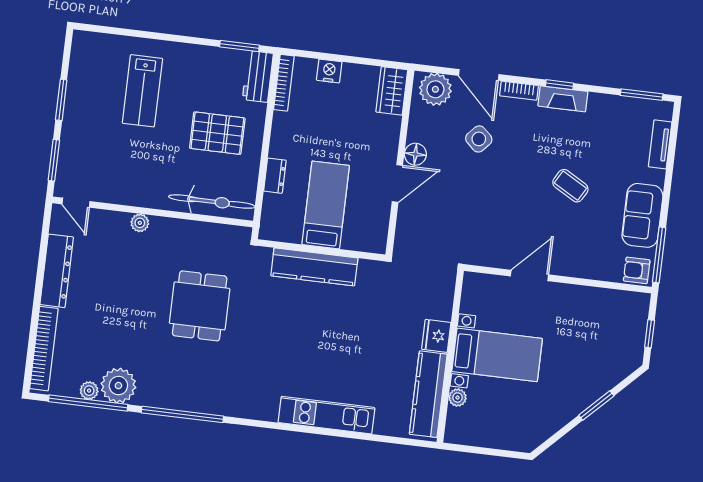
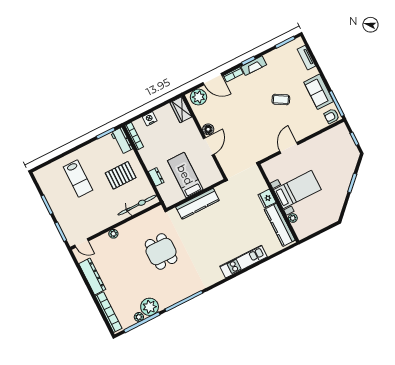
side table: (479, 139) -> (230, 106), removed

